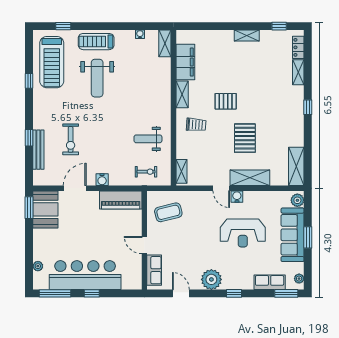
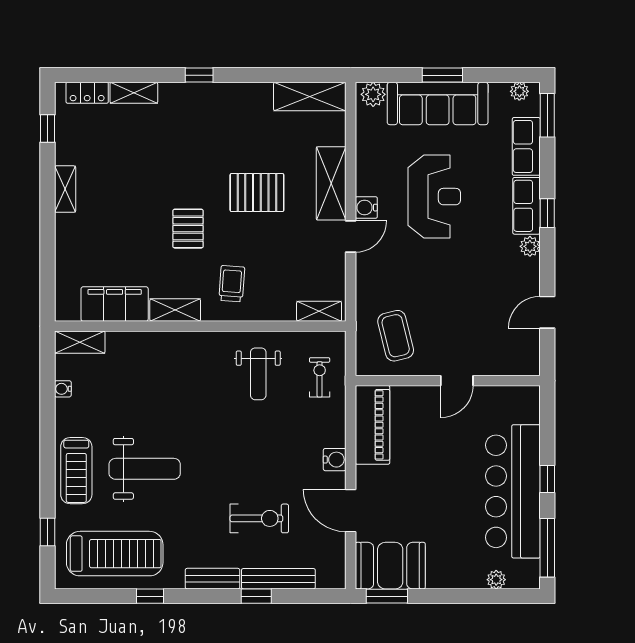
bench: (38, 114) -> (213, 579), added
row of seats: (154, 270) -> (526, 206), moved, turned -90
plant: (211, 279) -> (530, 246), width x0.53, depth x0.53

